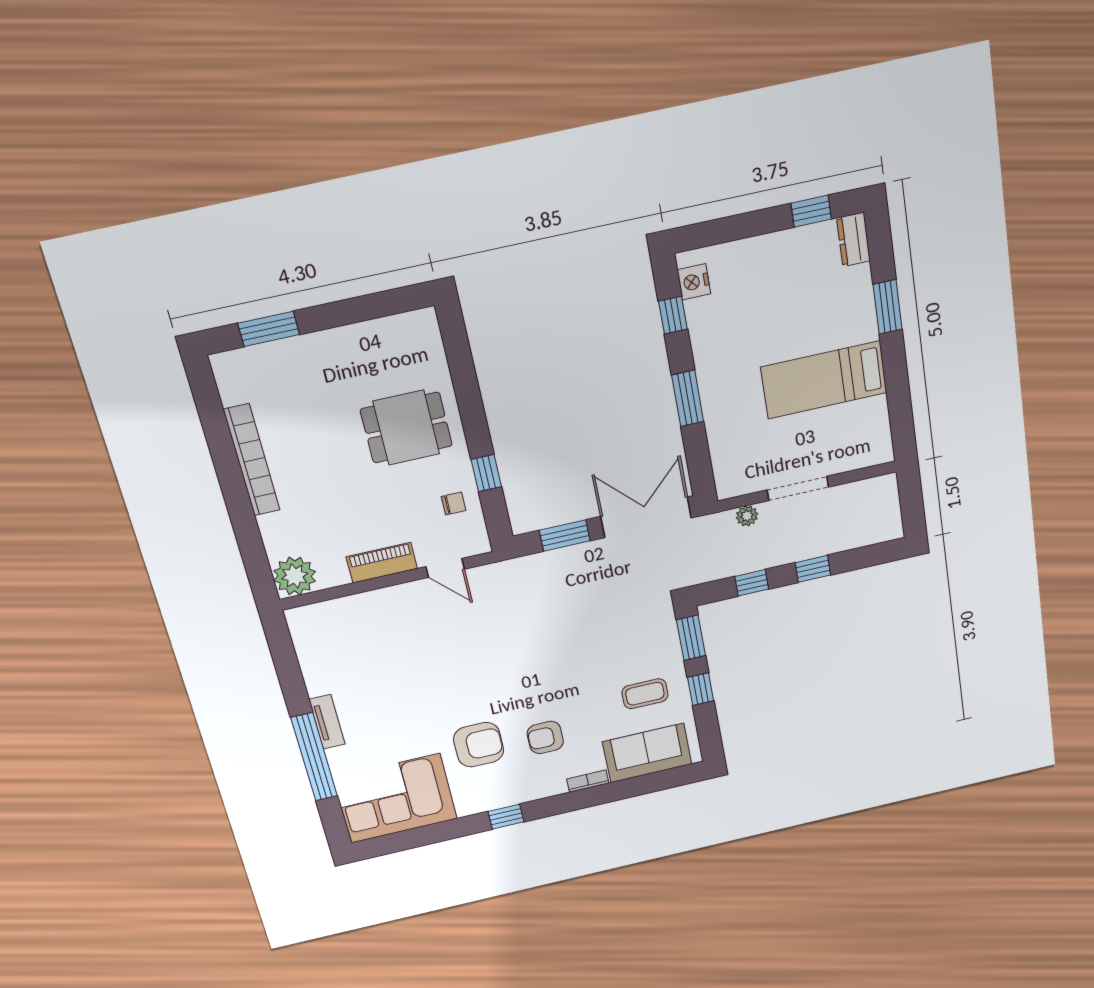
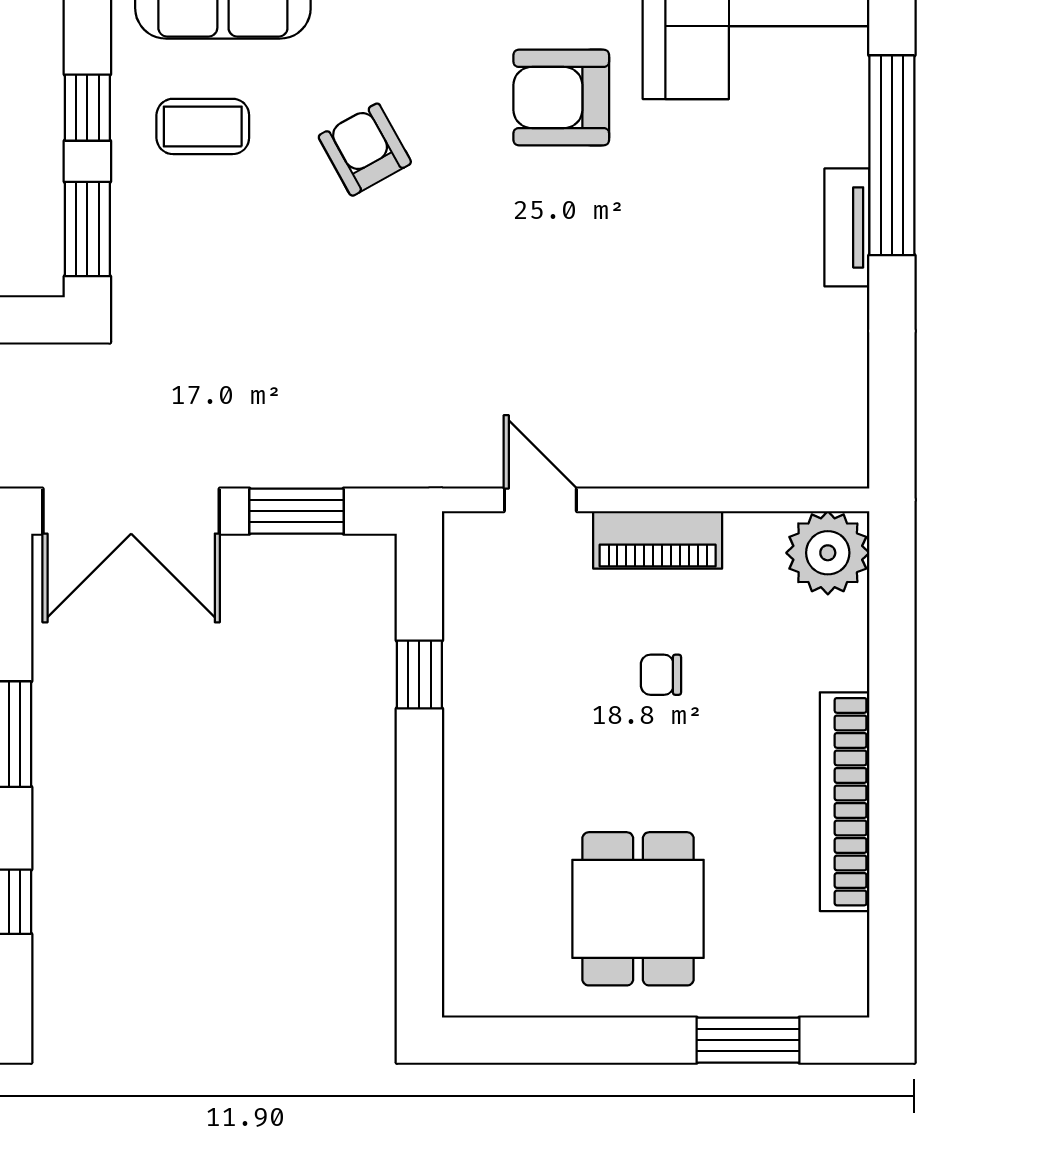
dining table: (406, 428) -> (638, 909), moved, turned 90
chair: (454, 503) -> (661, 675), moved
armchair: (545, 737) -> (365, 150), moved, turned -119

